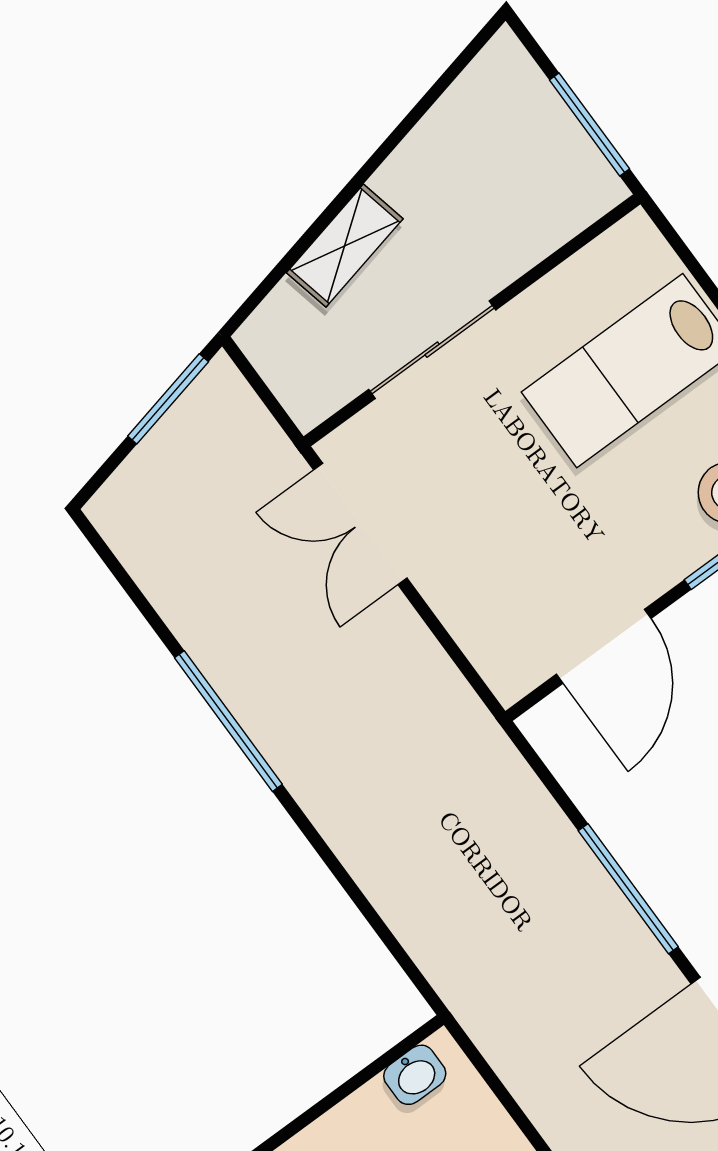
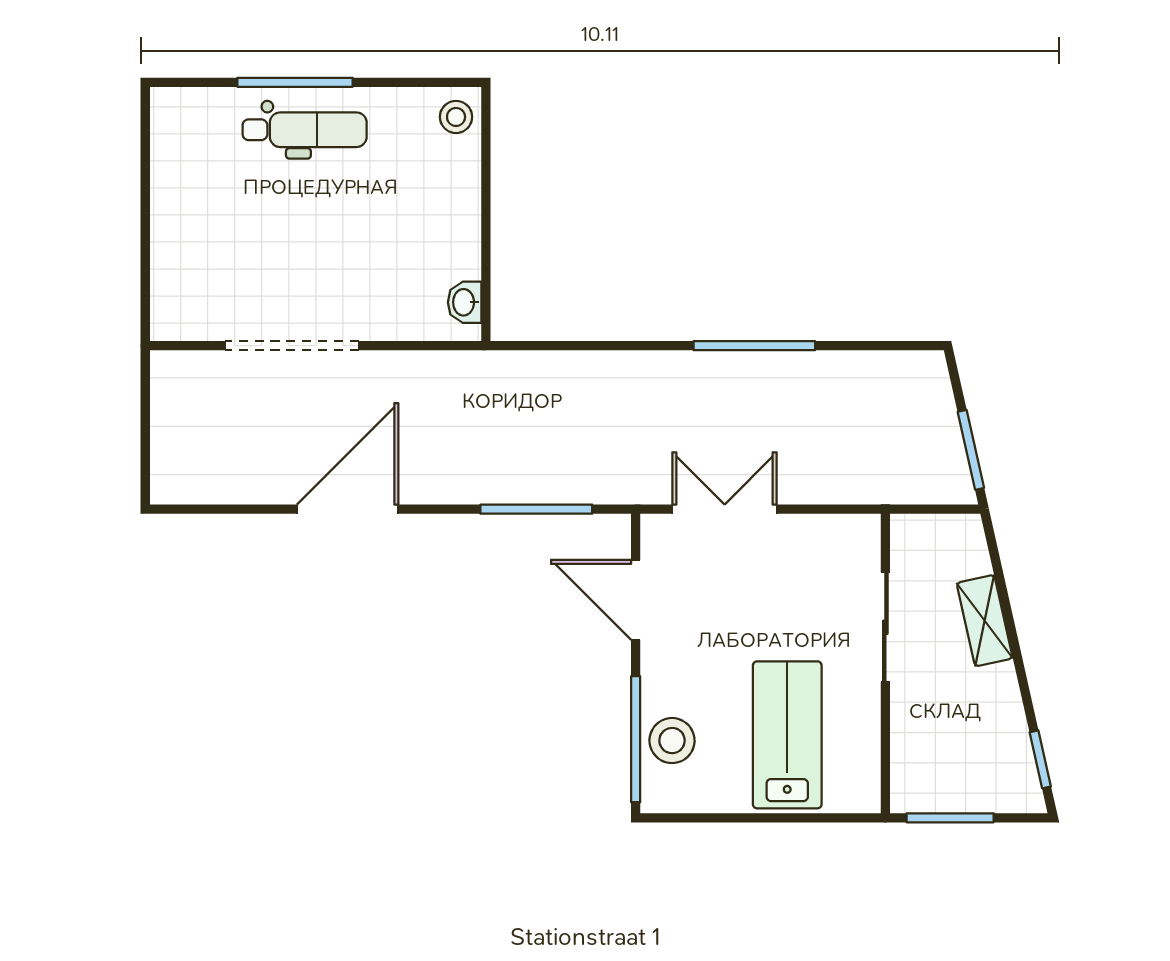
window: (452, 73) -> (1040, 759), added
double door: (360, 524) -> (725, 509), moved
window: (628, 889) -> (536, 509), moved

